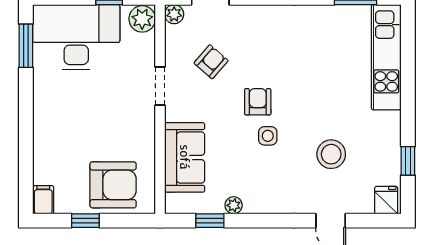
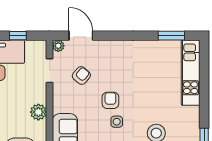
plant: (142, 19) -> (38, 112), moved
doorway: (160, 86) -> (50, 71), moved

